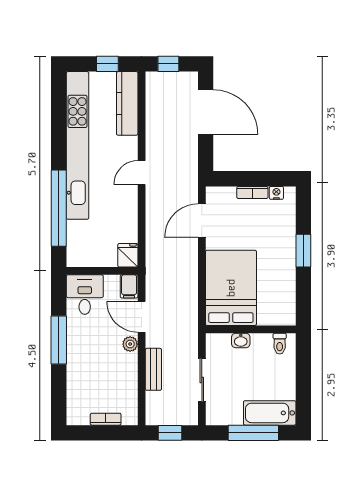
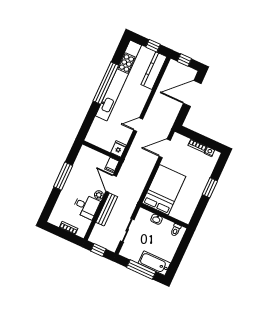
door: (206, 112) -> (192, 93), swing flipped
door: (142, 173) -> (138, 125), moved
window: (59, 208) -> (106, 83), moved
desk: (85, 295) -> (86, 206), moved, turned 90
bench: (153, 369) -> (107, 209), width x1.36

